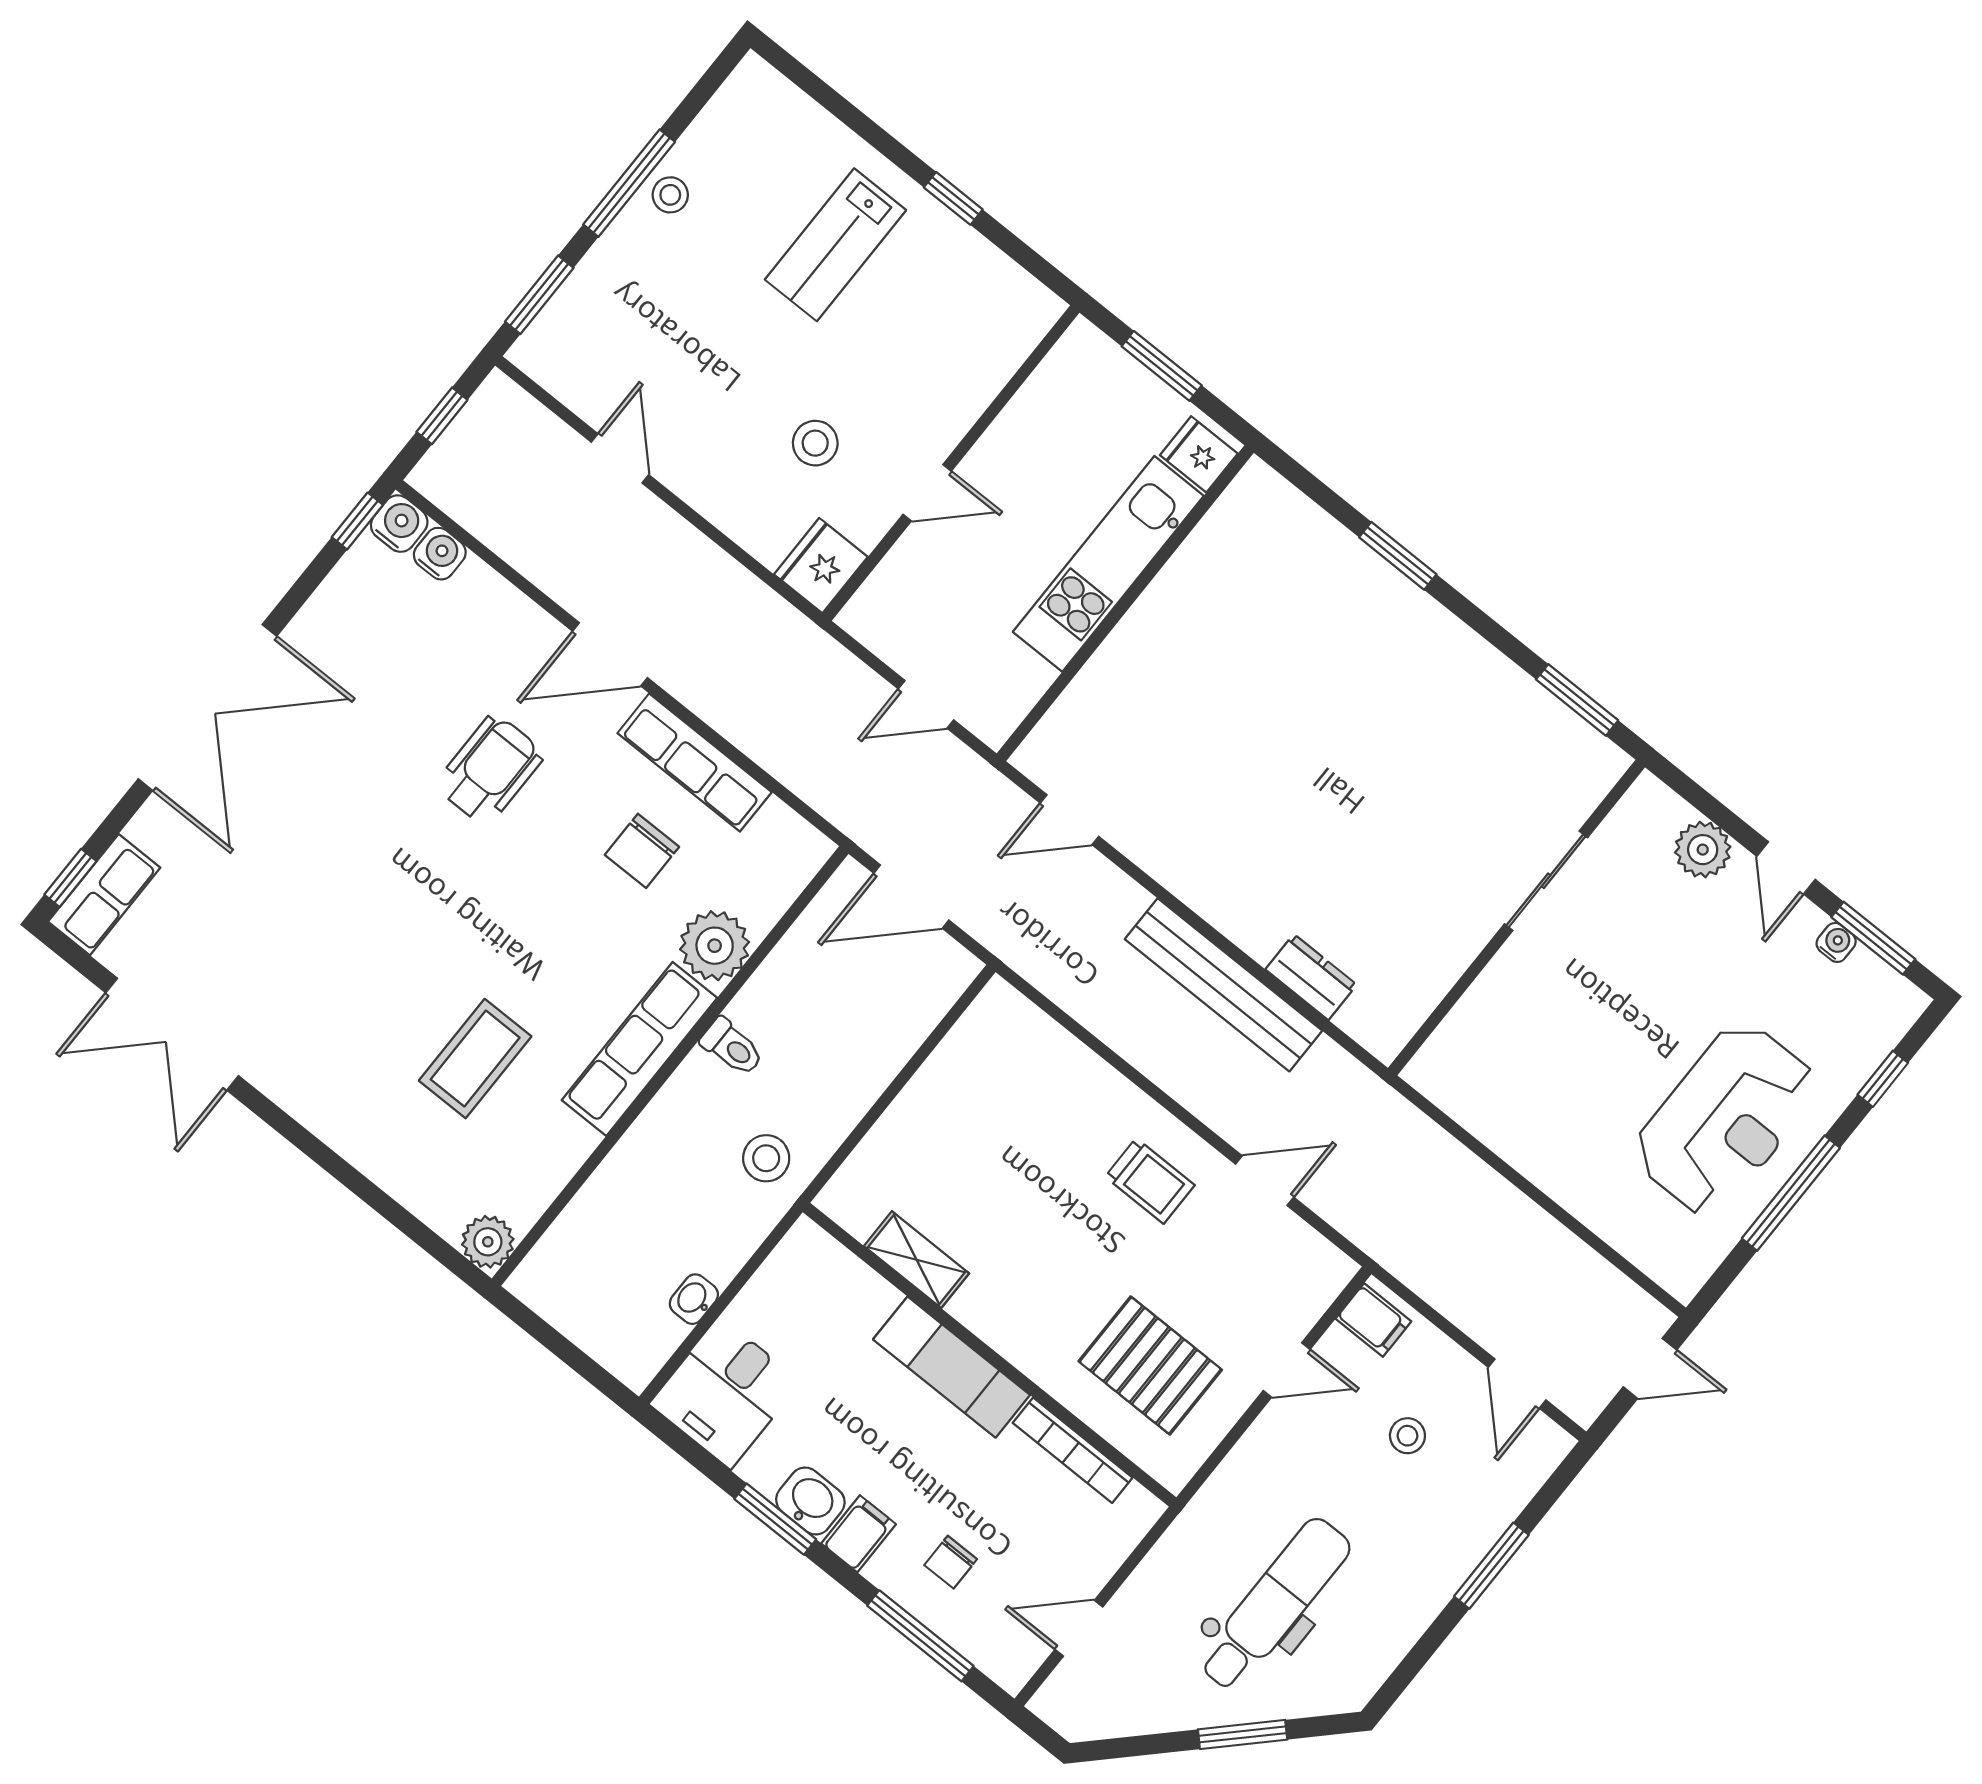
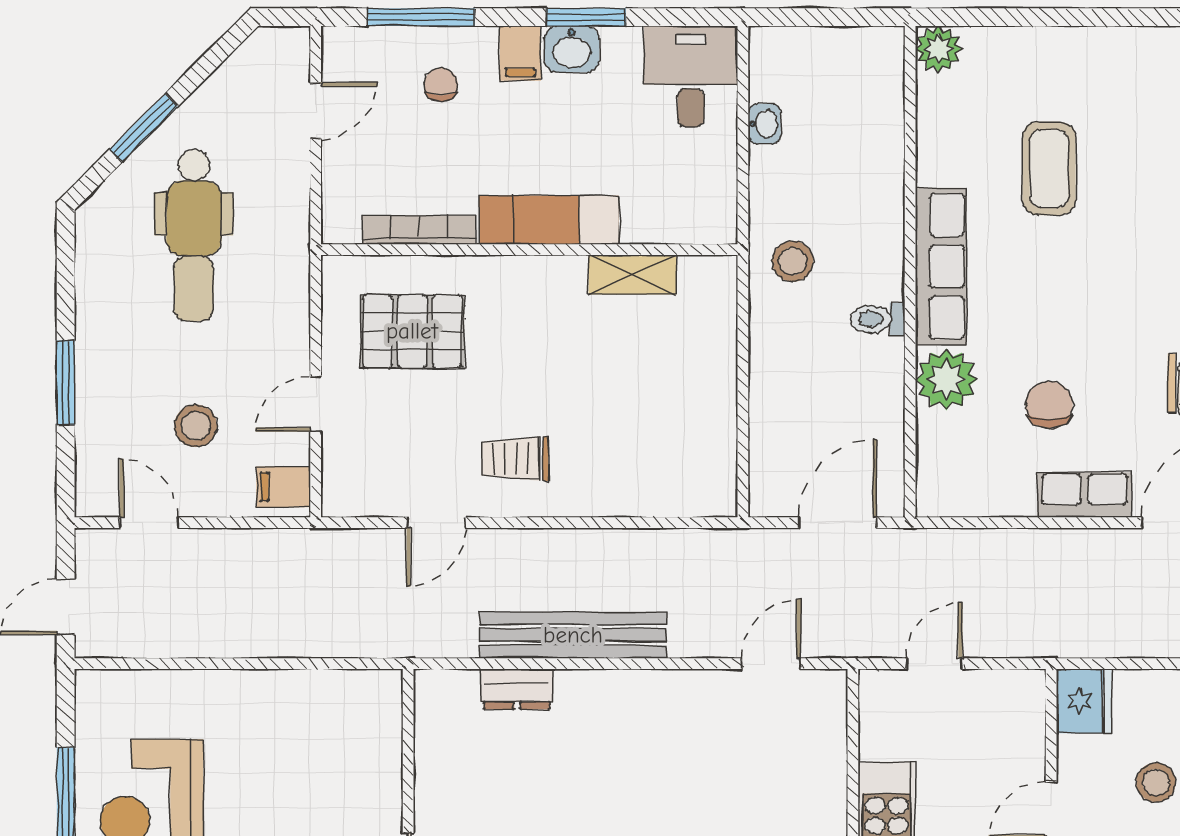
row of seats: (695, 763) -> (1084, 495), width x0.68
stool: (1407, 1436) -> (196, 426), width x1.37, depth x1.37

